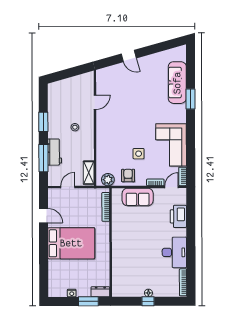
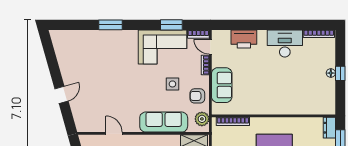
sofa: (177, 83) -> (164, 122), moved, turned 180
window: (191, 153) -> (171, 25), added

